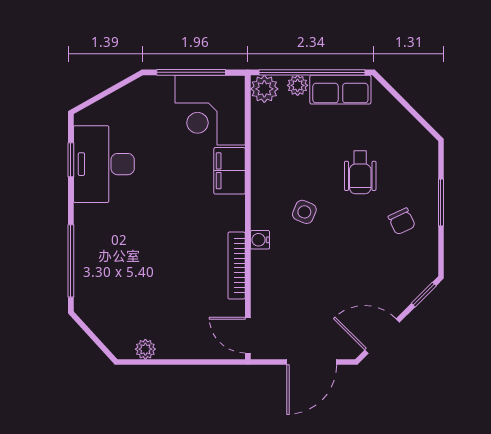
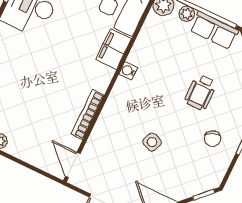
side table: (304, 212) -> (152, 142), moved
water cooler: (260, 240) -> (128, 71), moved

